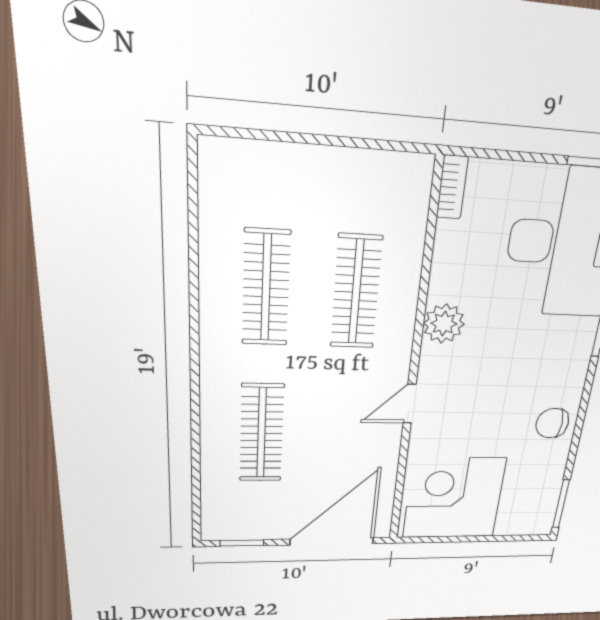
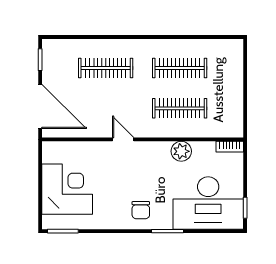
plant: (444, 324) -> (181, 151), moved
chair: (552, 423) -> (141, 210), moved, turned 180
corner desk: (454, 498) -> (67, 189), moved

